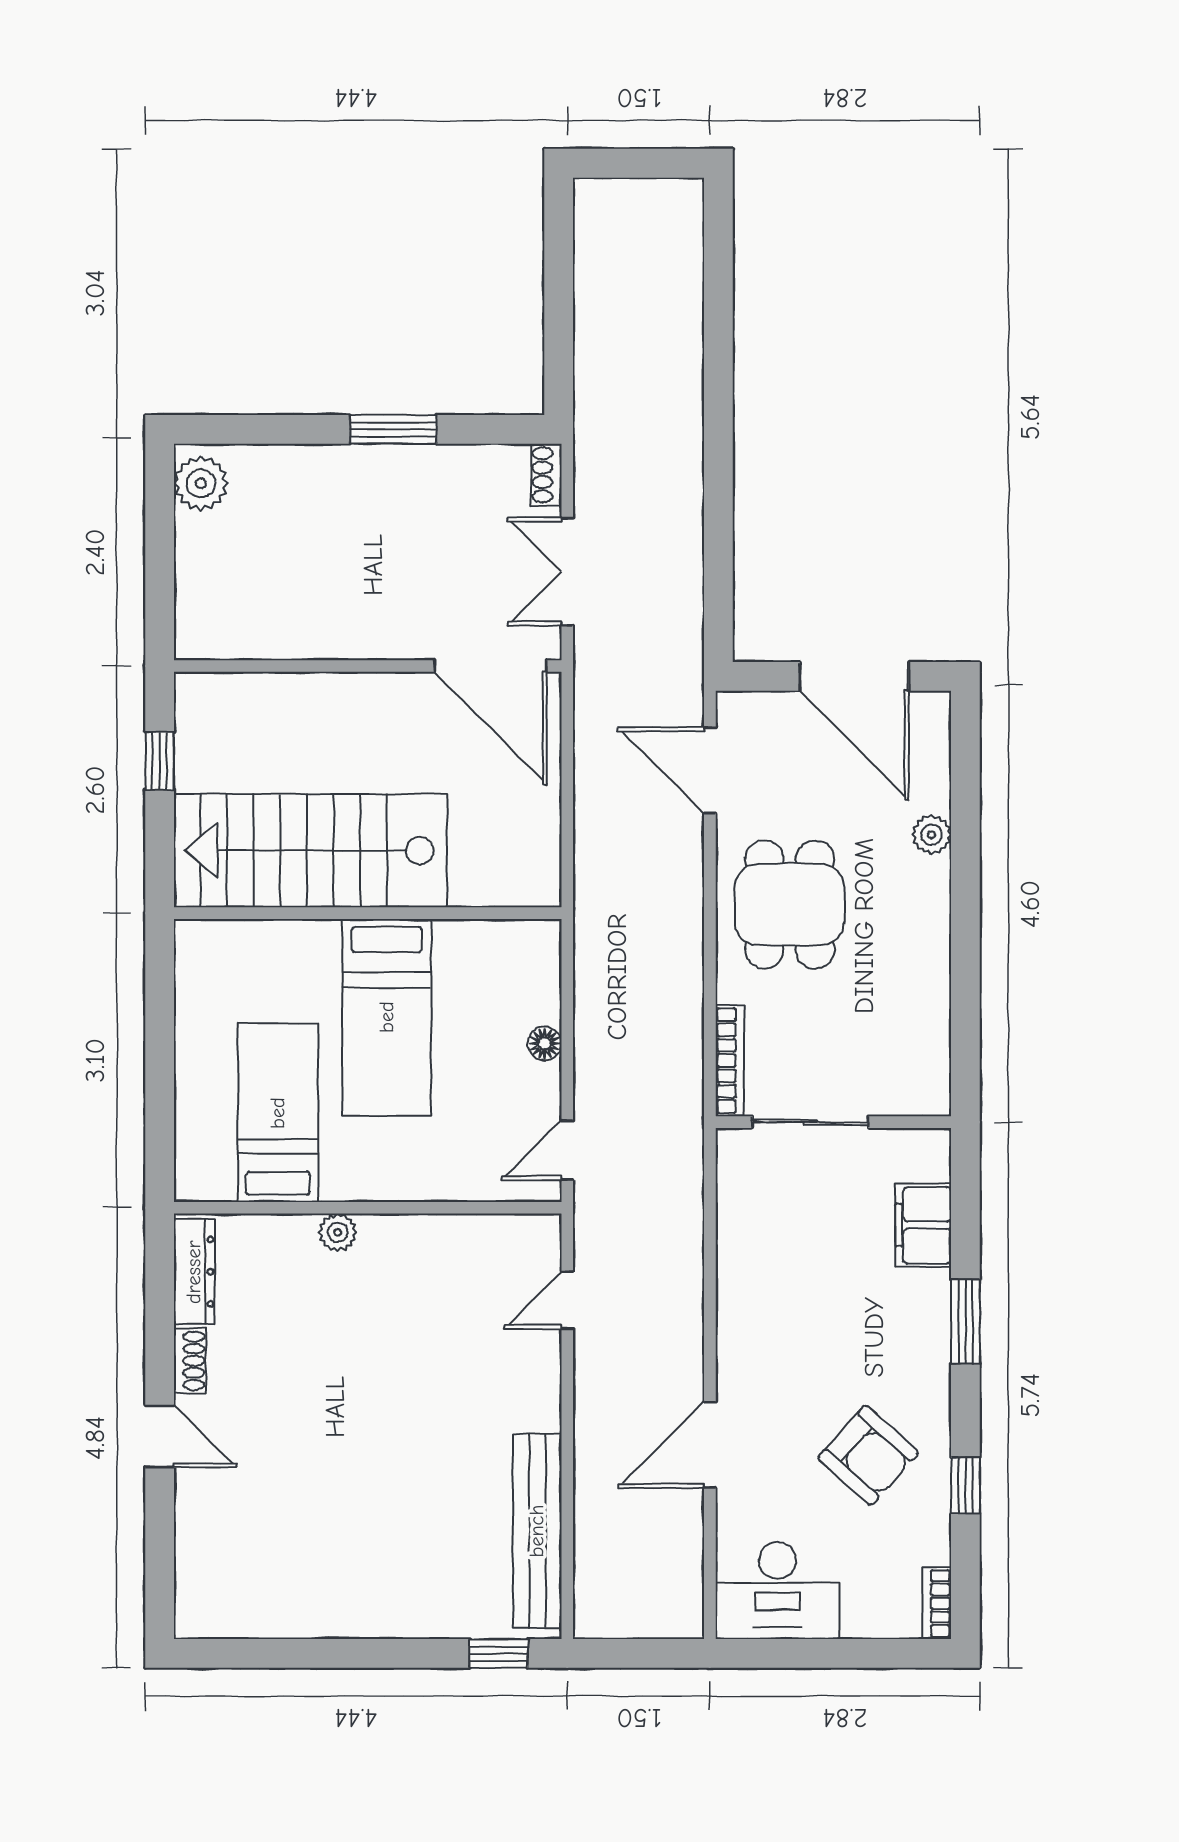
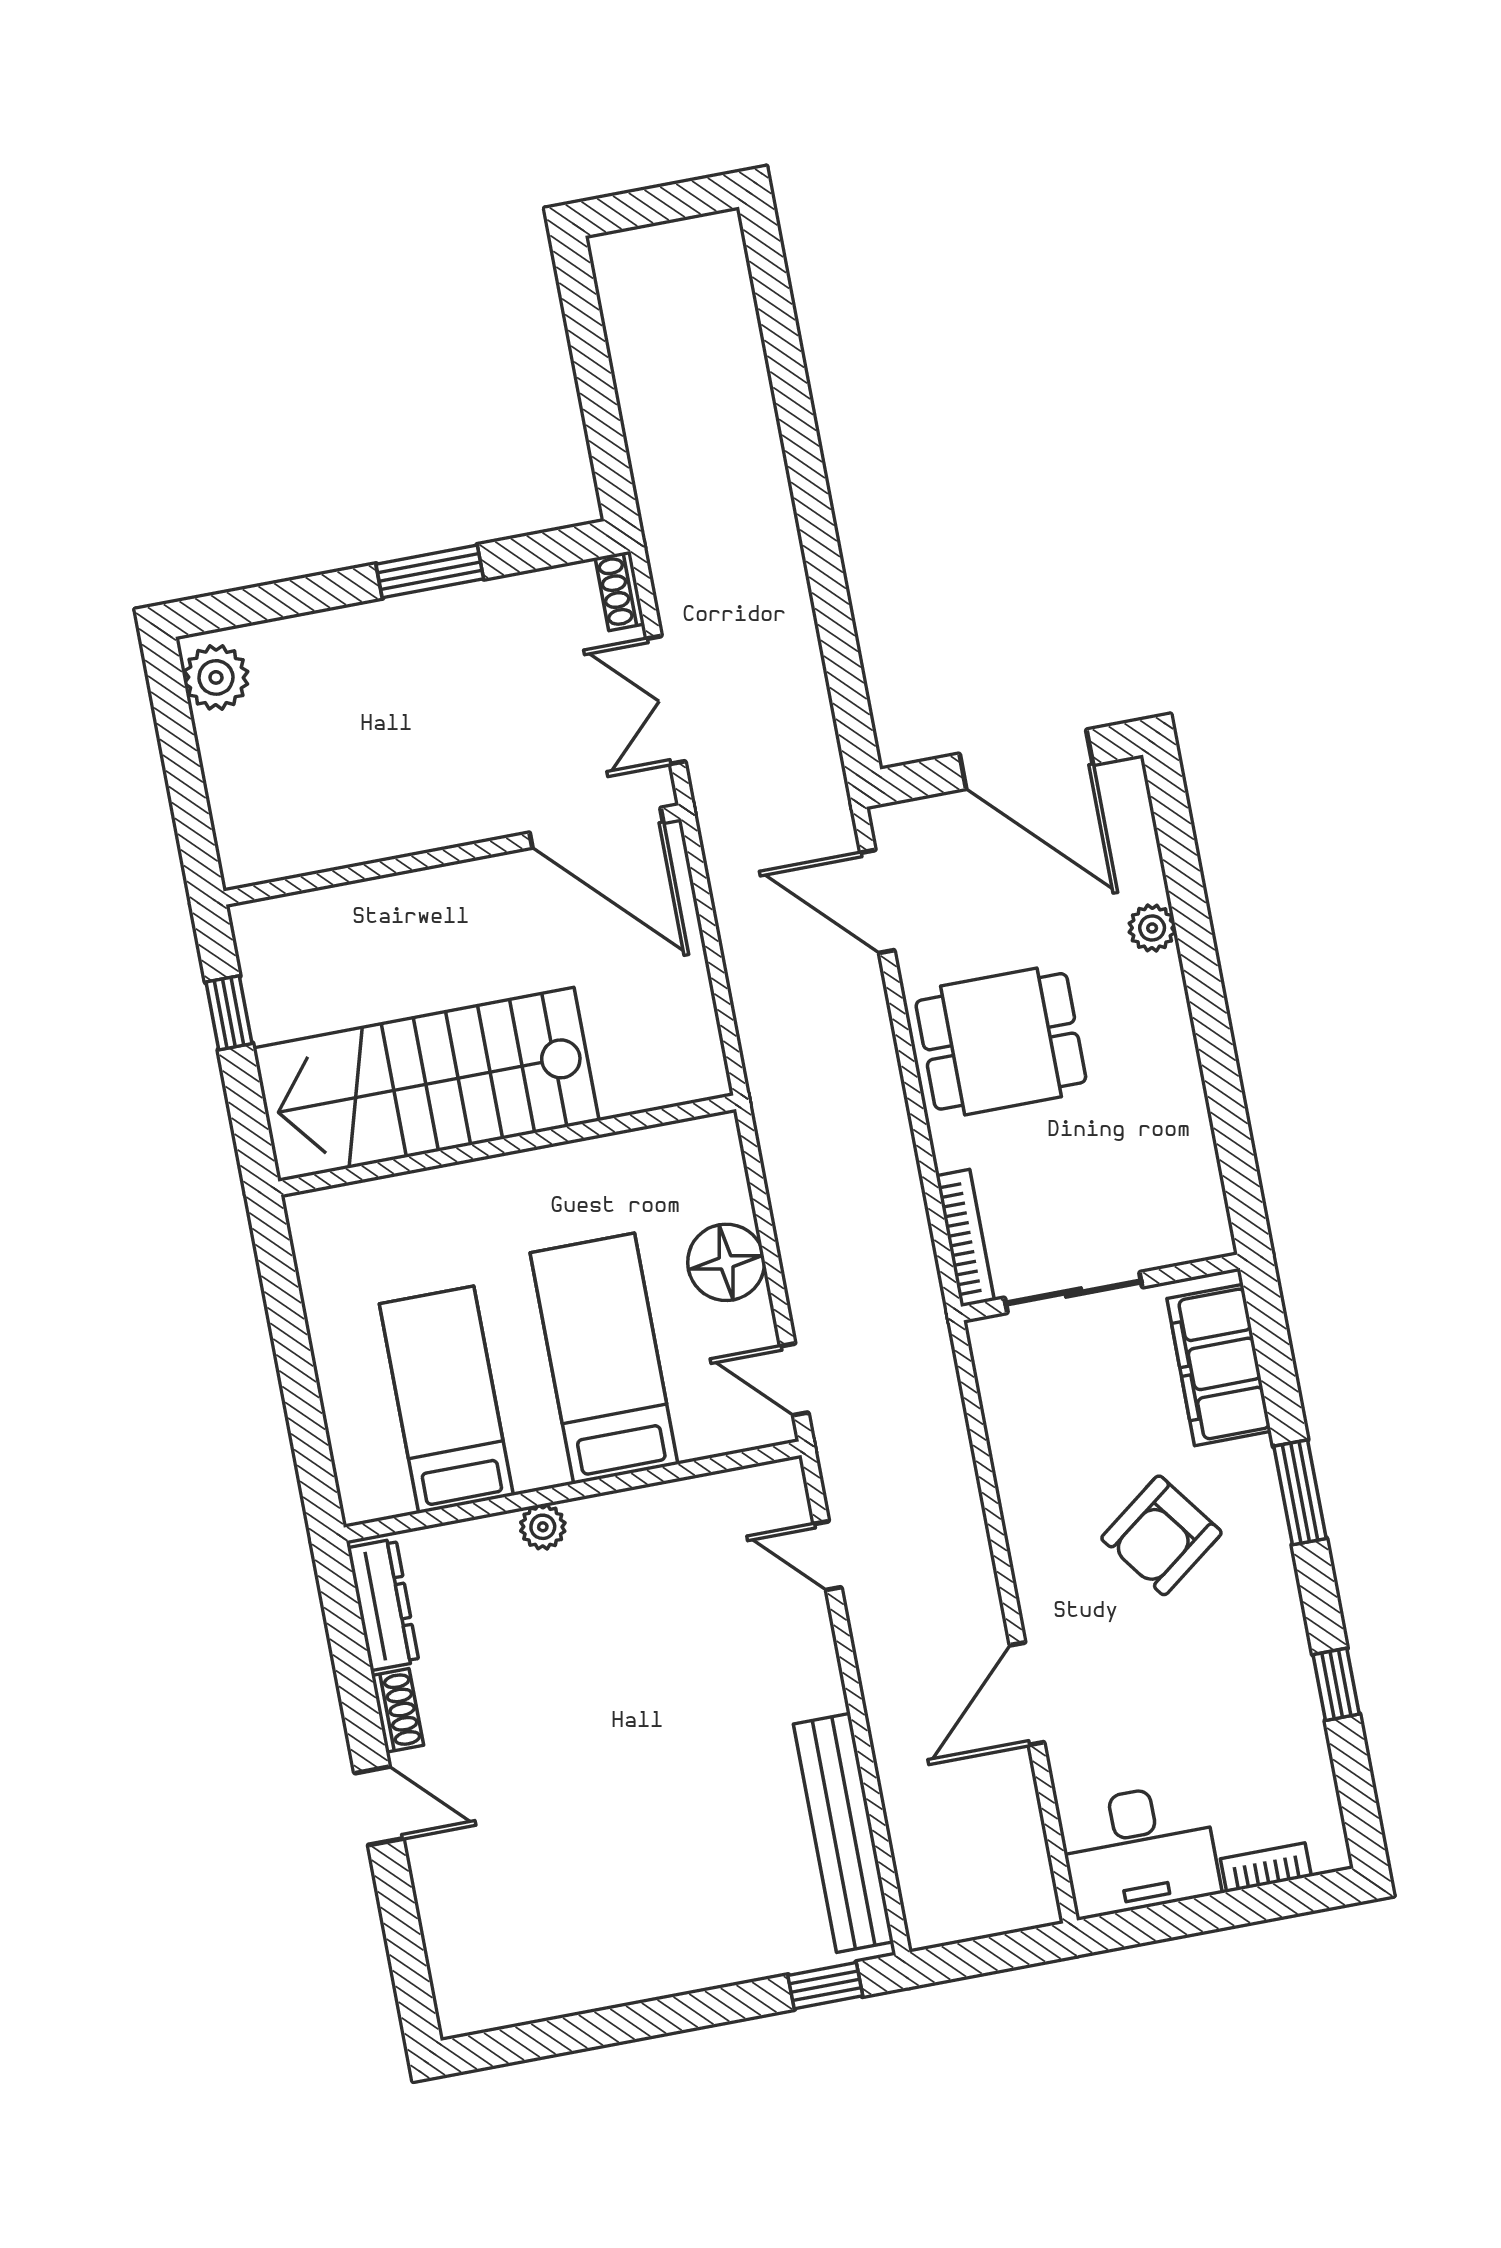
dining table: (790, 905) -> (1001, 1041), turned 90
bed: (387, 1017) -> (604, 1358), moved, turned 180
floor lamp: (545, 1043) -> (726, 1262), width x1.89, depth x1.89
door: (567, 1150) -> (794, 1379), hinge flipped
filing cabinet: (923, 1225) -> (1219, 1365), width x1.50, depth x1.17
door: (567, 1300) -> (828, 1556), hinge flipped
armchair: (868, 1455) -> (1161, 1535), moved, turned 101
bookcase: (937, 1603) -> (1266, 1868), moved, turned 90

